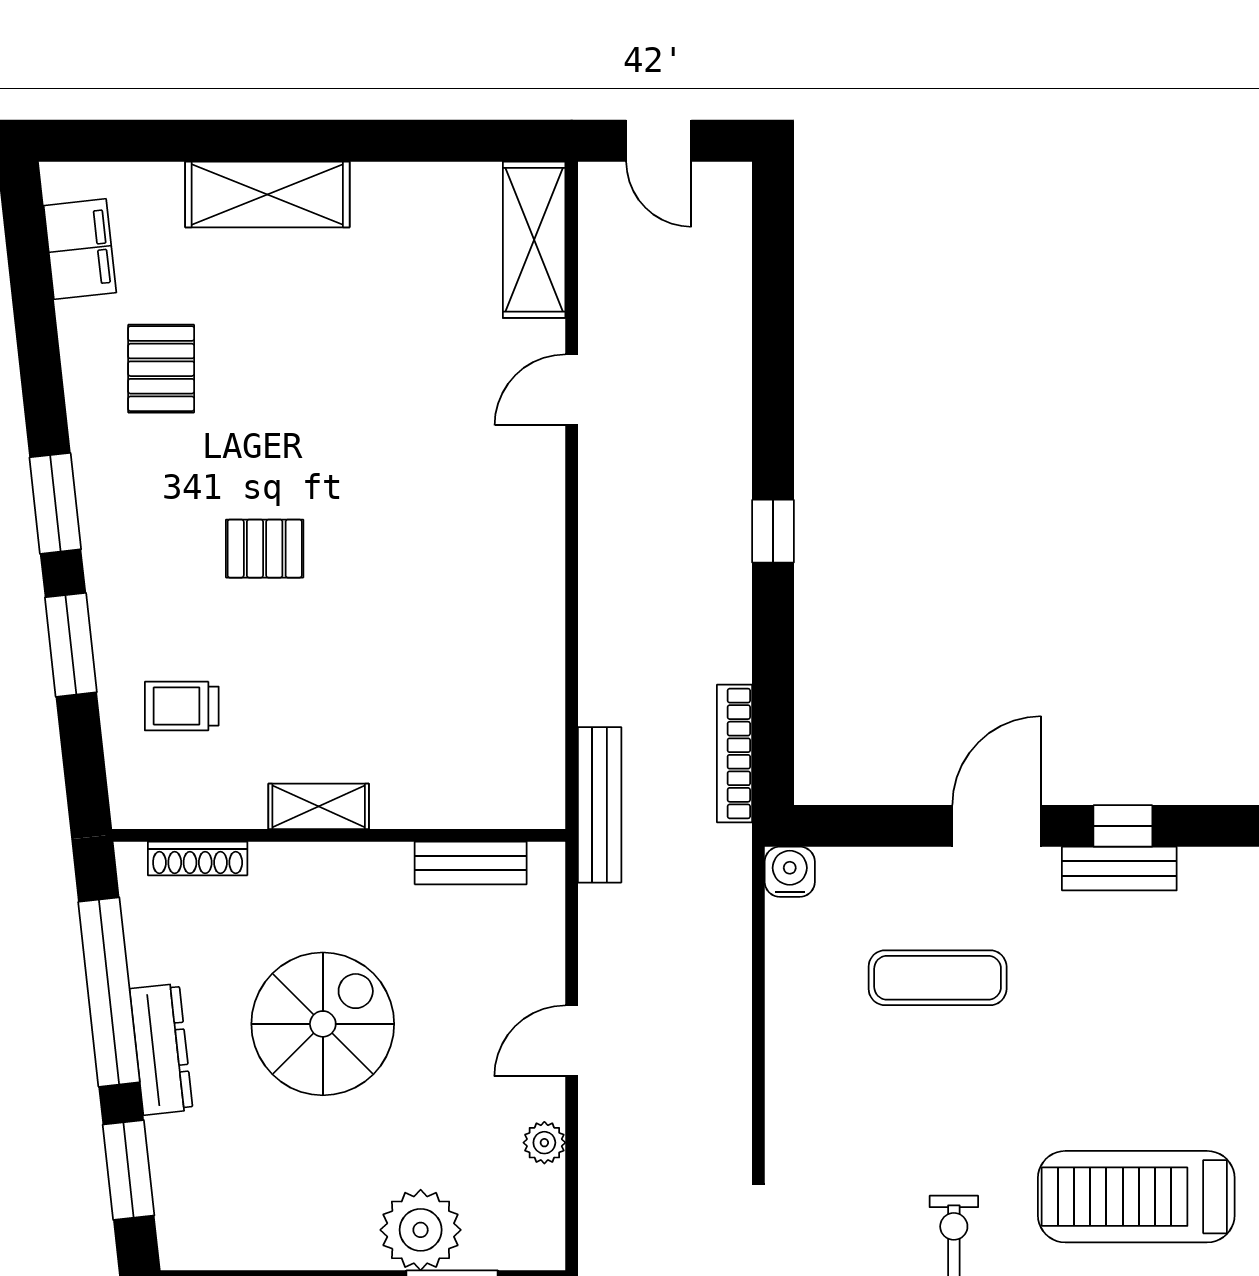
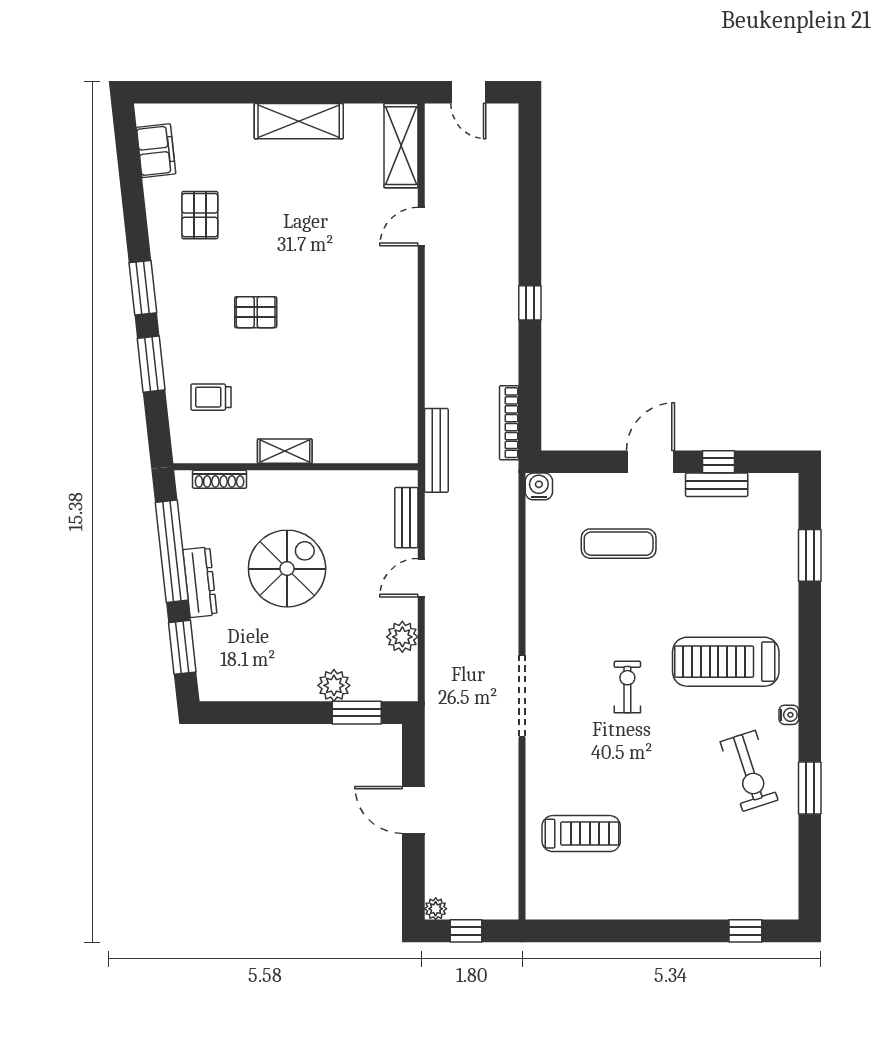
shelving: (267, 194) -> (299, 121), moved
bench: (471, 863) -> (406, 518), moved, turned 90
plant: (544, 1143) -> (402, 637), width x1.38, depth x1.38
plant: (421, 1230) -> (334, 685), width x0.73, depth x0.73

